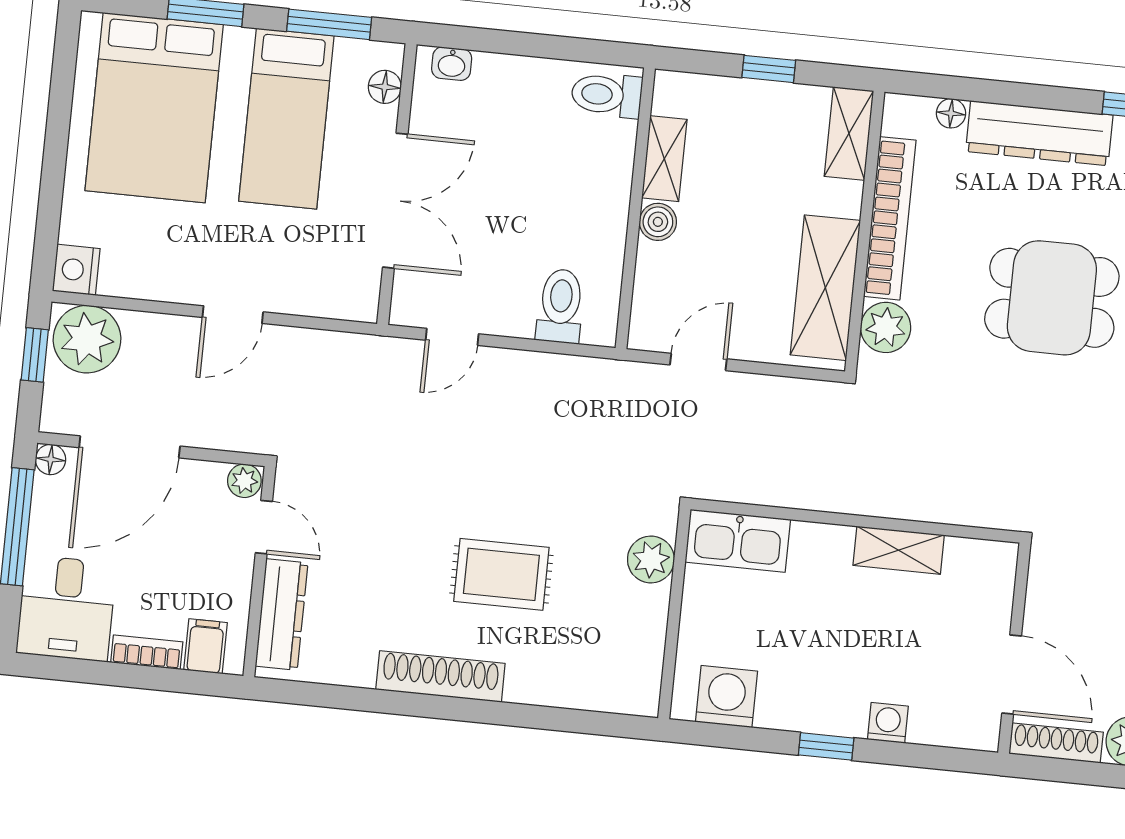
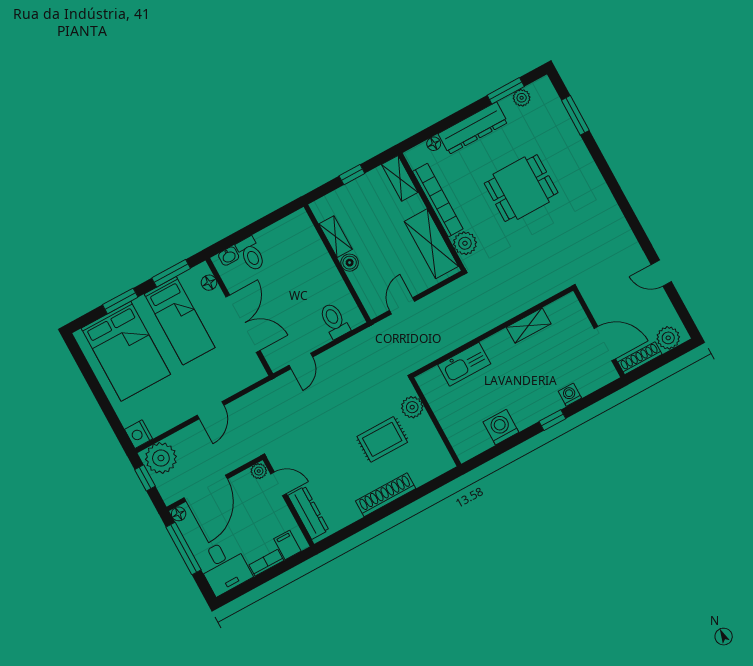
toilet: (607, 95) -> (251, 254), moved, turned -90
plant: (651, 559) -> (412, 407), moved
wall: (674, 614) -> (435, 422), moved

